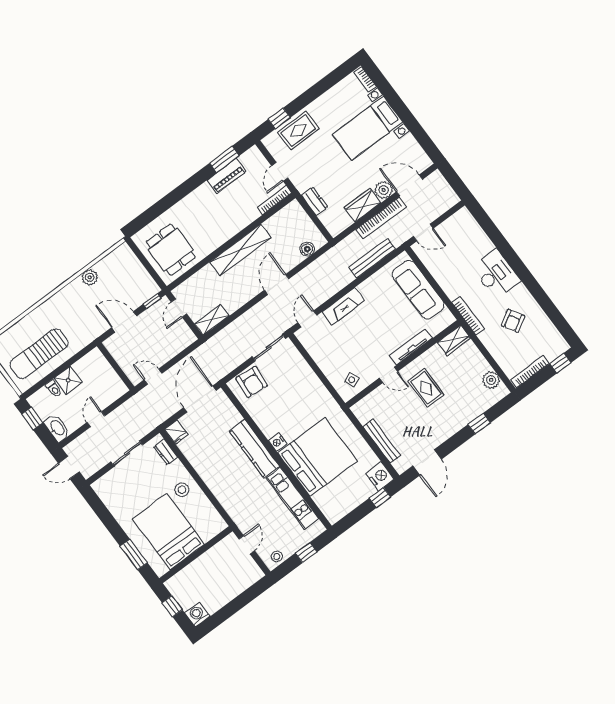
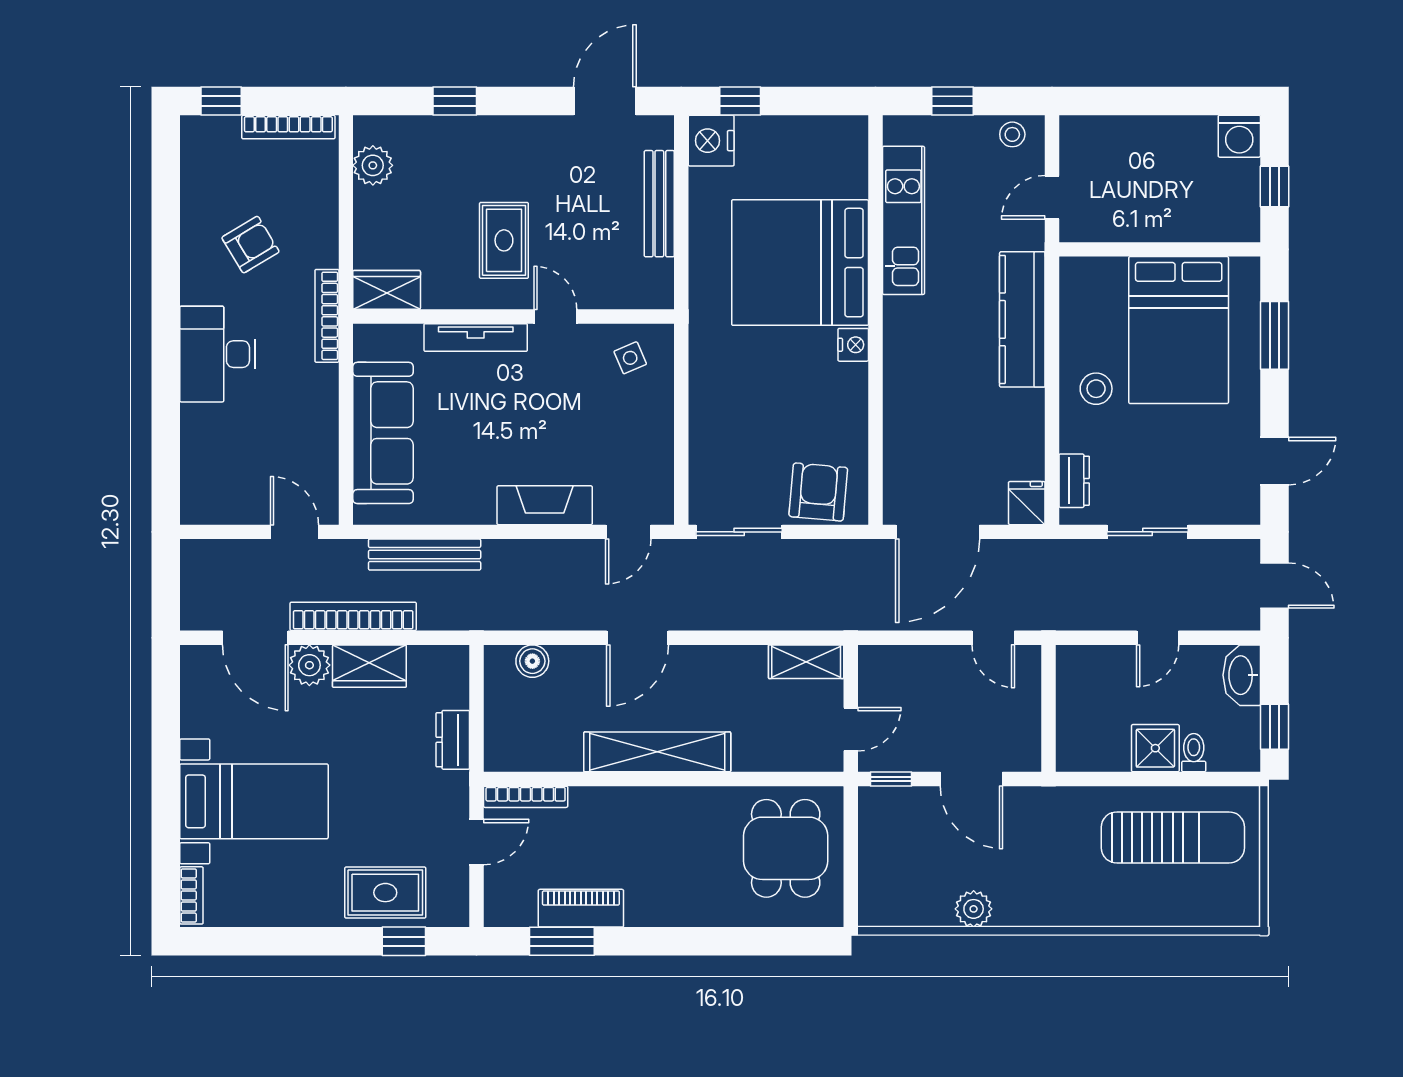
kitchen counter: (254, 448) -> (1022, 319), moved, turned 180
door: (101, 511) -> (1274, 461), added

